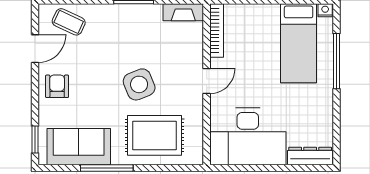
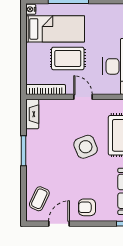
door: (35, 49) -> (59, 224), hinge flipped
rug: (259, 60) -> (68, 58), added

